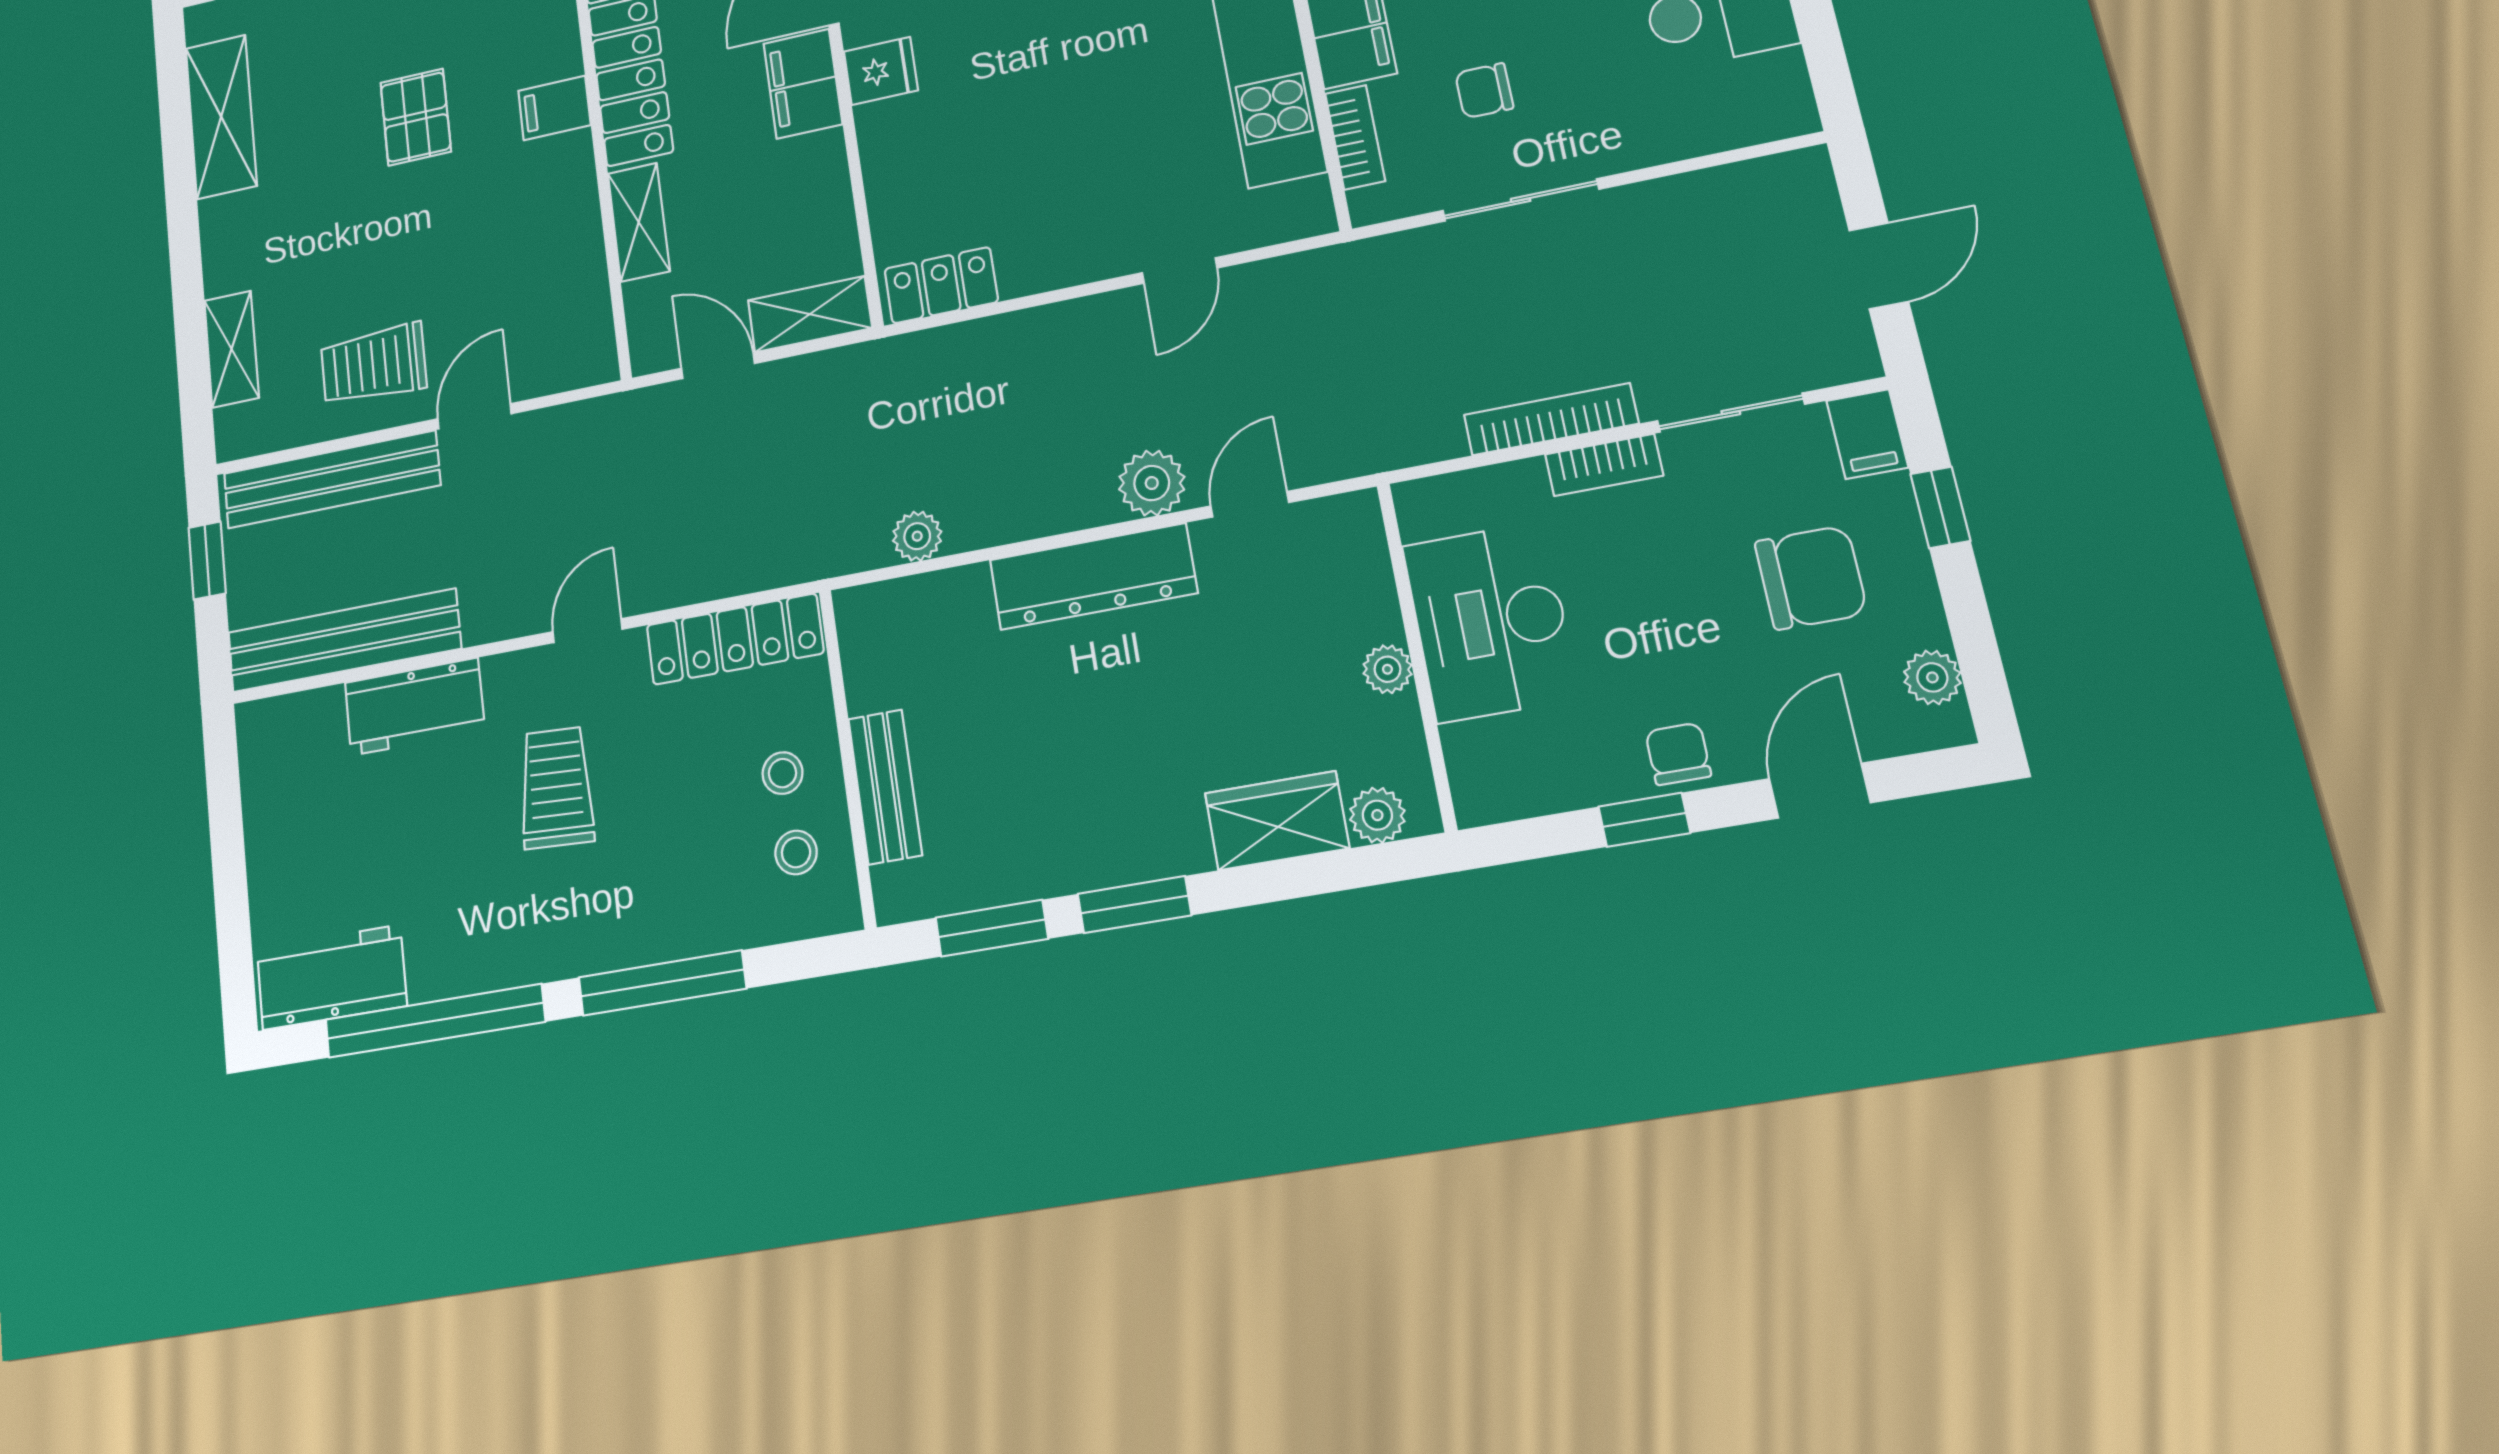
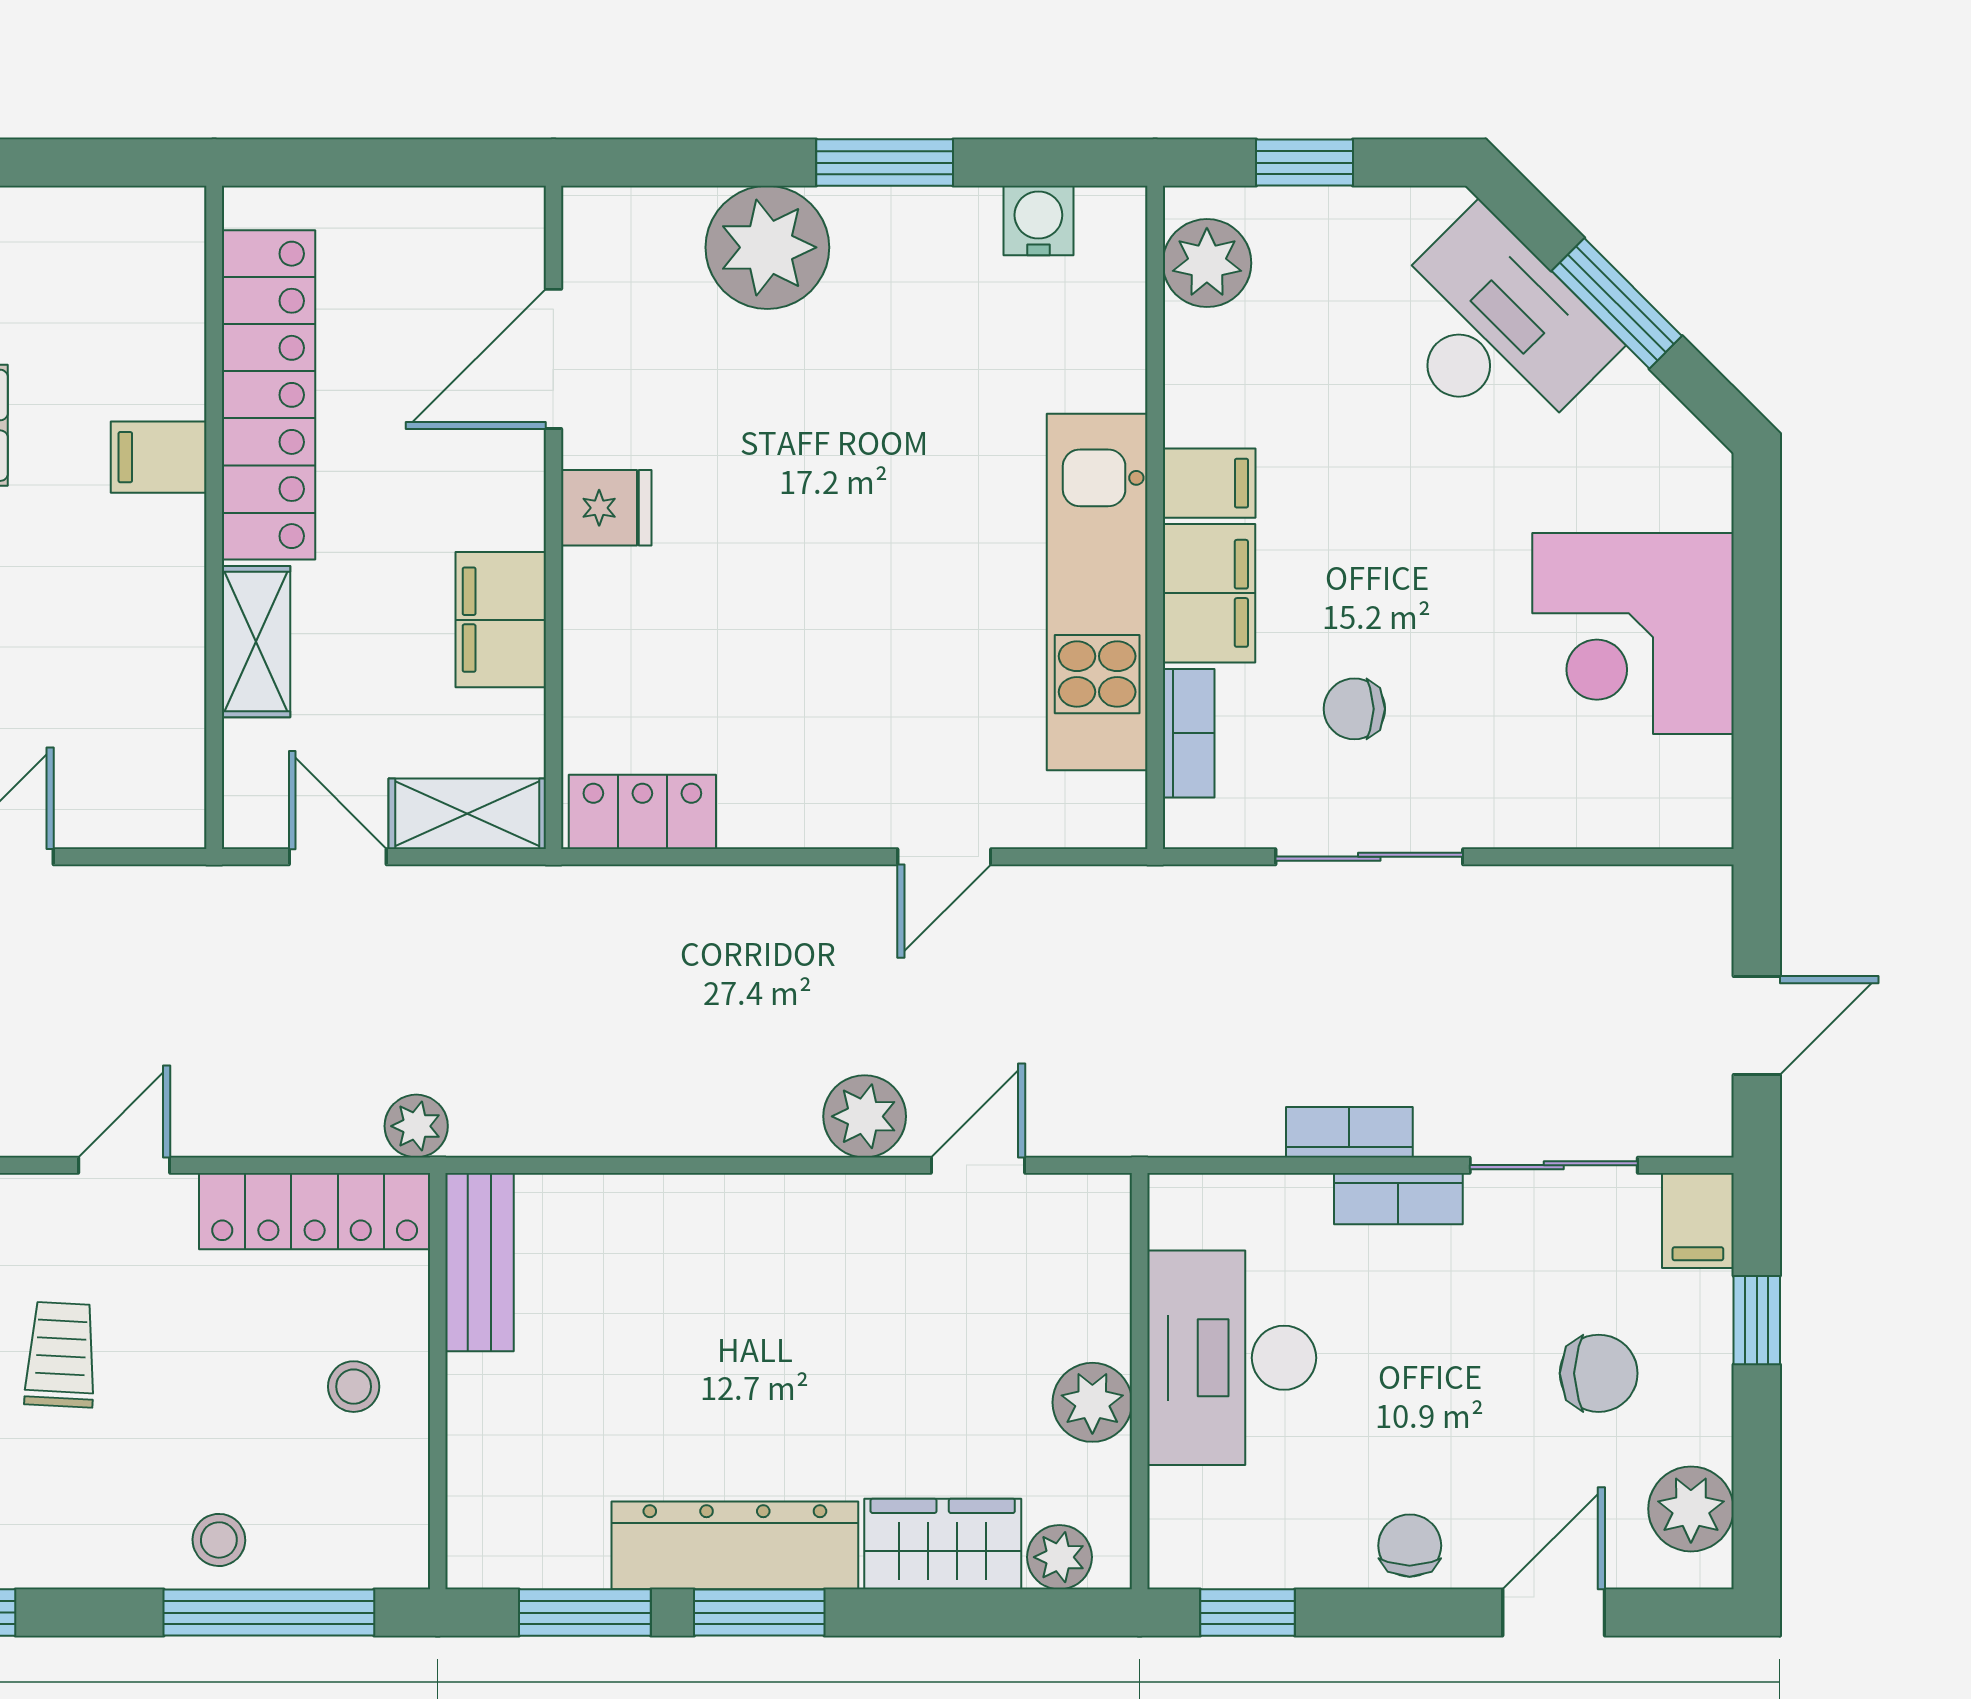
filing cabinet: (803, 84) -> (501, 620), moved
bookcase: (1551, 419) -> (1349, 1132), width x0.64
plant: (917, 536) -> (416, 1126), moved
dresser: (1093, 576) -> (735, 1545), moved, turned 180
chair: (1811, 578) -> (1599, 1373), width x0.73, depth x0.73
plant: (1387, 669) -> (1092, 1402), width x1.38, depth x1.38
plant: (1932, 677) -> (1691, 1509), width x1.38, depth x1.38
bench: (885, 787) -> (480, 1262), moved
trolley: (556, 788) -> (61, 1355), width x0.73, depth x0.72
window: (1644, 820) -> (1248, 1613), moved
stool: (796, 852) -> (219, 1540), moved
window: (662, 983) -> (269, 1613), moved

